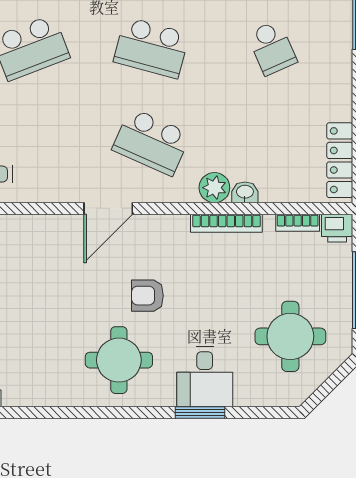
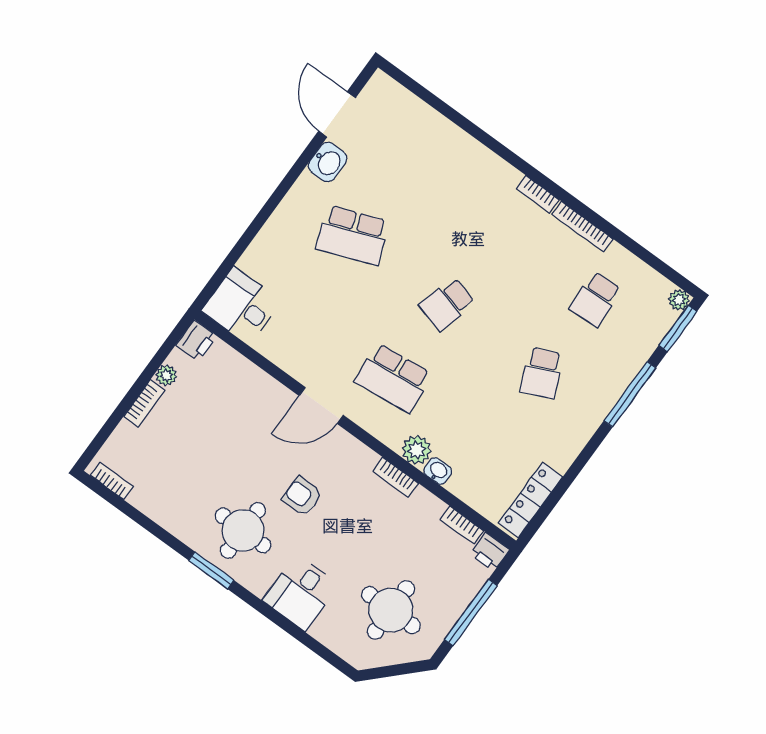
school desk: (151, 48) -> (447, 304), width x0.54
school desk: (151, 142) -> (393, 378), turned -30
bookcase: (226, 223) -> (396, 477), width x0.64
window: (200, 412) -> (211, 570), moved

